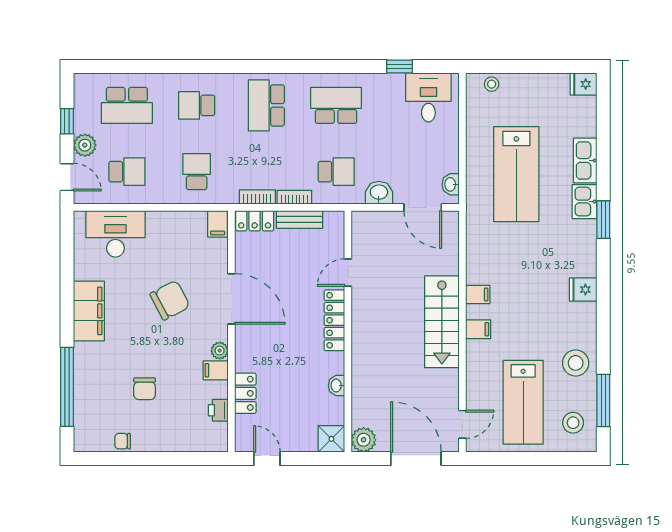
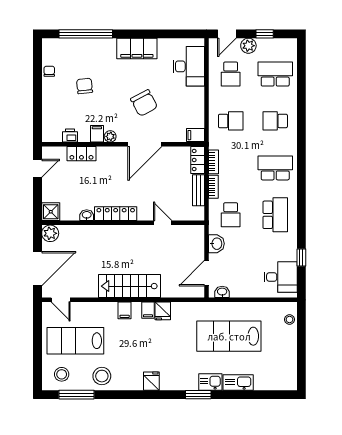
fridge: (584, 84) -> (163, 311), moved, turned 180
school desk: (127, 105) -> (275, 74), turned 90
school desk: (197, 105) -> (275, 121), turned -90
locker: (334, 320) -> (116, 214), moved
chair: (145, 389) -> (85, 86), turned 84

